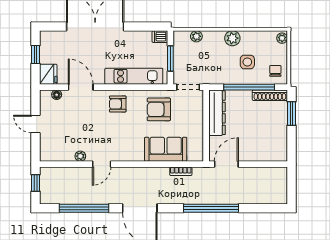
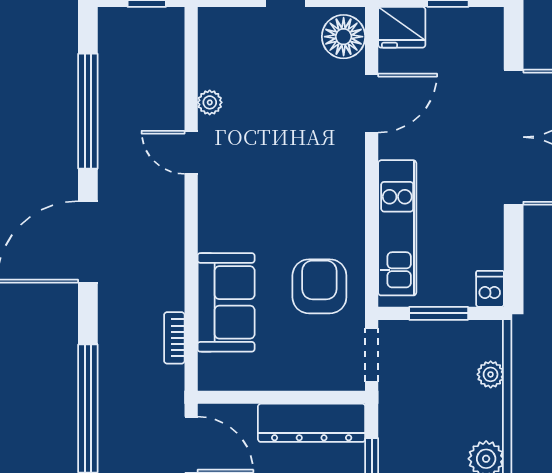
floor lamp: (57, 95) -> (344, 37), width x1.89, depth x1.89
armchair: (118, 104) -> (332, 190), removed

